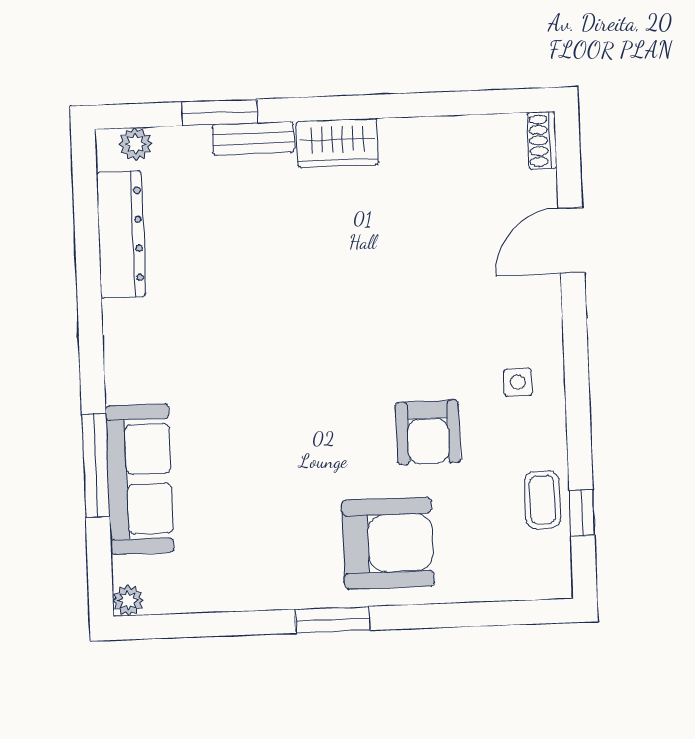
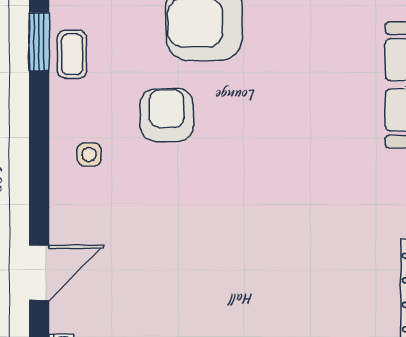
window: (582, 513) -> (39, 42), width x1.50

